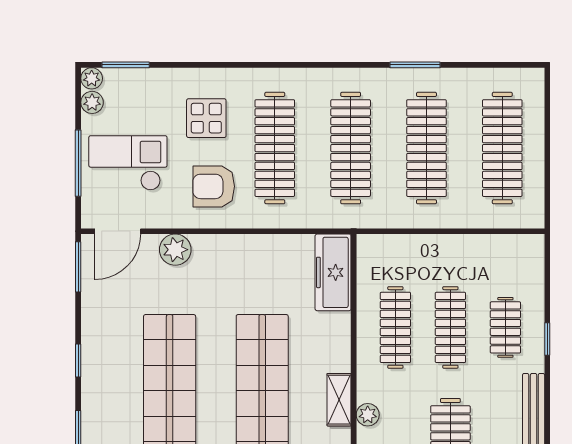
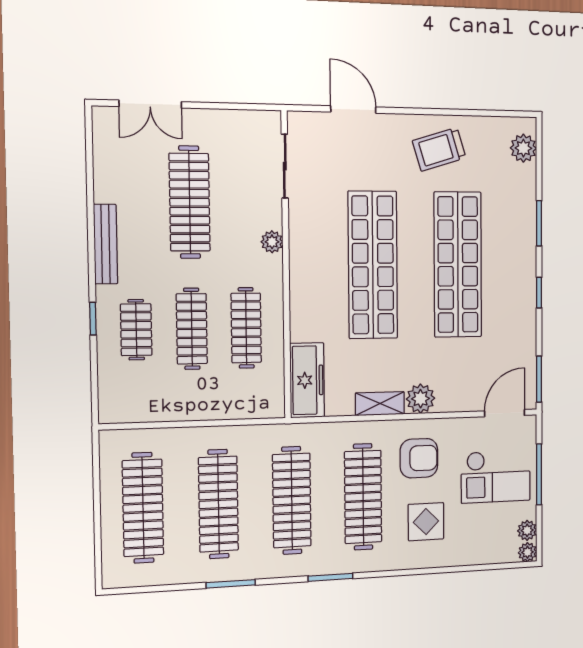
window: (126, 65) -> (331, 577), moved
plant: (175, 250) -> (421, 399), moved
shelving: (339, 400) -> (380, 404), moved, turned 90

